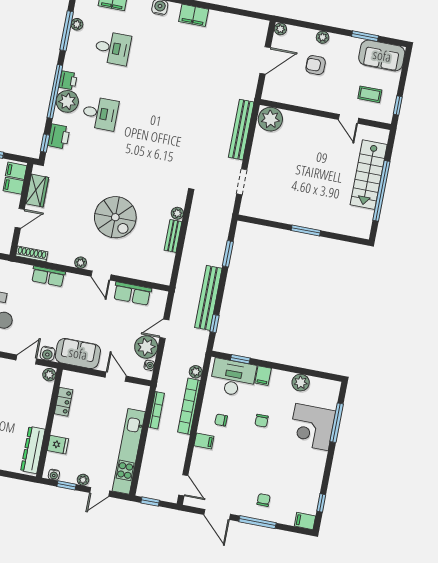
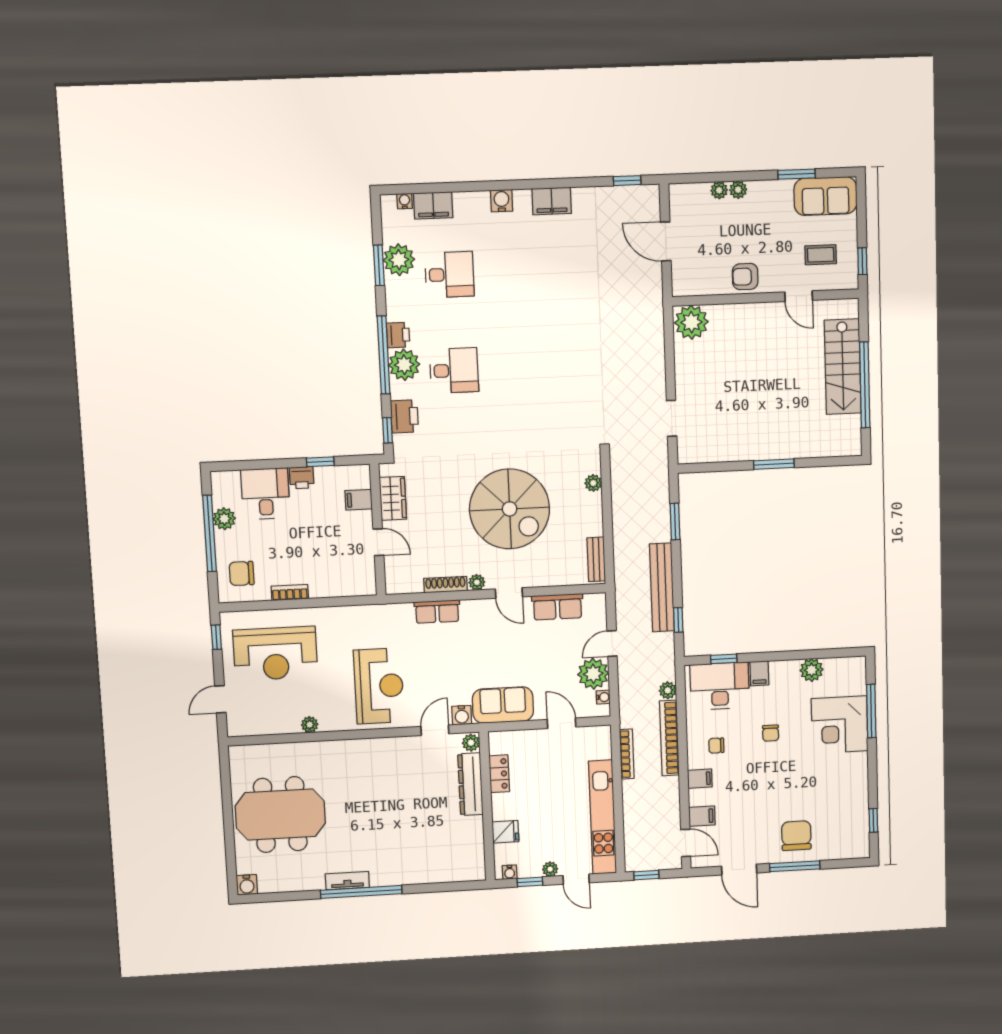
window: (248, 14) -> (627, 181), added
plant: (77, 24) -> (399, 260), width x1.88, depth x1.88
plant: (280, 29) -> (719, 190), moved
window: (67, 31) -> (379, 265), width x0.69
door: (265, 60) -> (666, 241), swing flipped
armchair: (316, 65) -> (745, 277), moved
bench: (241, 130) -> (655, 346), removed
filing cabinet: (16, 171) -> (357, 478), removed
spiral stairs: (115, 217) -> (510, 509), width x1.37, depth x1.37
door: (20, 218) -> (378, 542), hinge flipped
bench: (173, 236) -> (596, 559), moved
shoe rack: (32, 254) -> (445, 585), moved
dresser: (33, 450) -> (470, 784), moved
door: (100, 492) -> (576, 879), hinge flipped
chair: (264, 500) -> (796, 836), width x1.87, depth x1.87
filing cabinet: (305, 521) -> (702, 816), moved, turned 180

